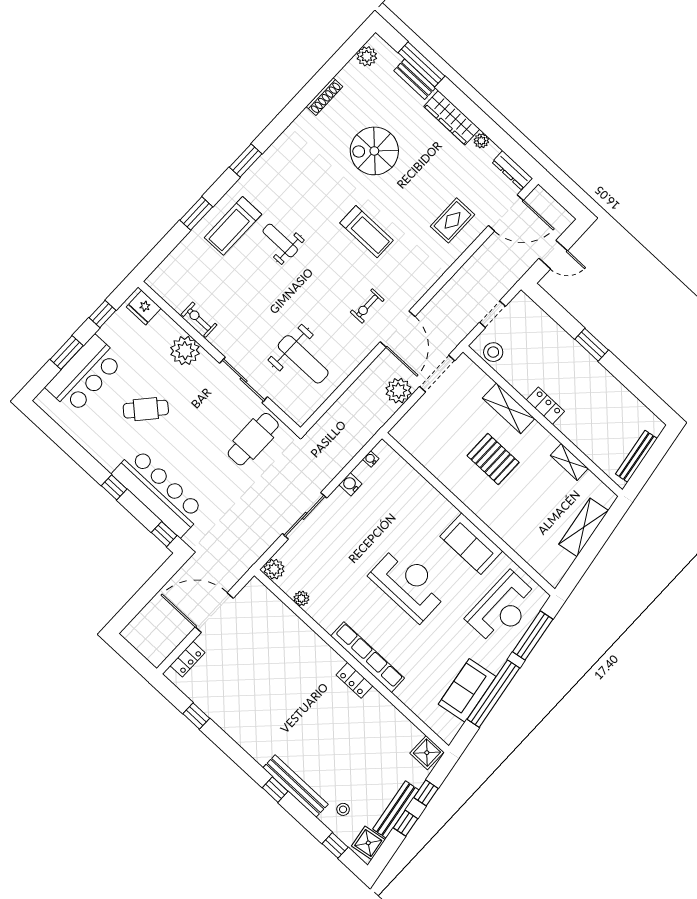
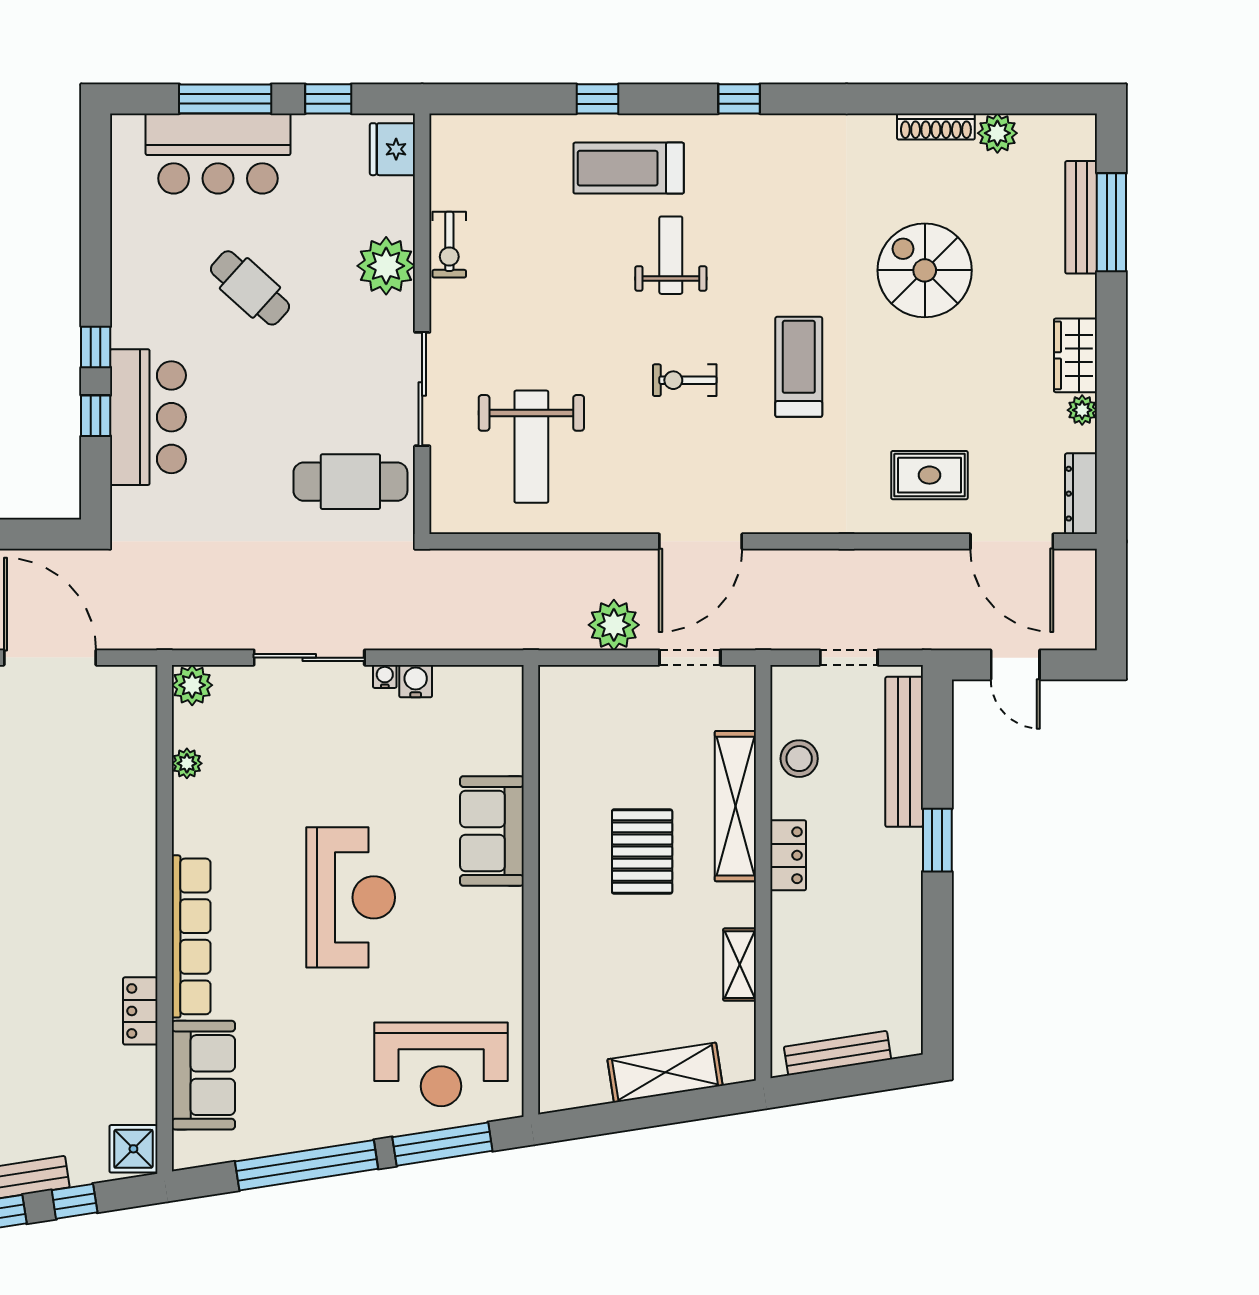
plant: (367, 56) -> (997, 133), moved
bench: (415, 79) -> (1081, 217), width x1.36
wardrobe: (452, 118) -> (1075, 355), width x0.67
window: (246, 161) -> (739, 99), width x0.67
window: (196, 213) -> (597, 99), width x0.67
treadmill: (367, 232) -> (799, 367), turned 180
exercise bike: (367, 306) -> (685, 380), moved
exercise bike: (199, 320) -> (449, 245), turned 180
bench: (547, 326) -> (904, 752), added
stool: (493, 352) -> (799, 759), moved
window: (67, 353) -> (225, 99), width x1.44
doorway: (437, 374) -> (690, 658), width x0.73
shelving: (509, 408) -> (735, 806), width x1.47
water cooler: (371, 459) -> (385, 676), moved
bar counter: (159, 492) -> (148, 417), width x0.73
window: (164, 534) -> (96, 416), moved
sofa: (471, 544) -> (492, 831), moved
locker: (354, 680) -> (140, 1011), moved
sofa: (467, 690) -> (203, 1075), moved, turned 99

